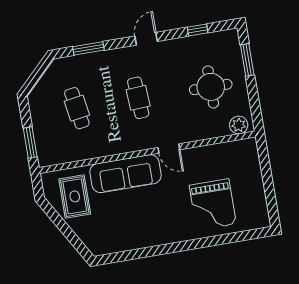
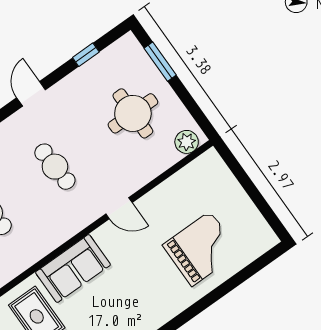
sofa: (125, 174) -> (73, 268), width x0.73
grand piano: (213, 205) -> (201, 249), turned -90

